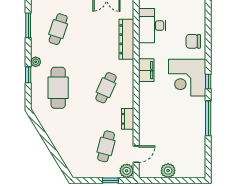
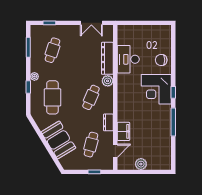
desk: (152, 26) -> (128, 59), moved
filing cabinet: (146, 70) -> (123, 131), moved
booth: (66, 141) -> (58, 140), added
plant: (127, 171) -> (108, 81), moved

